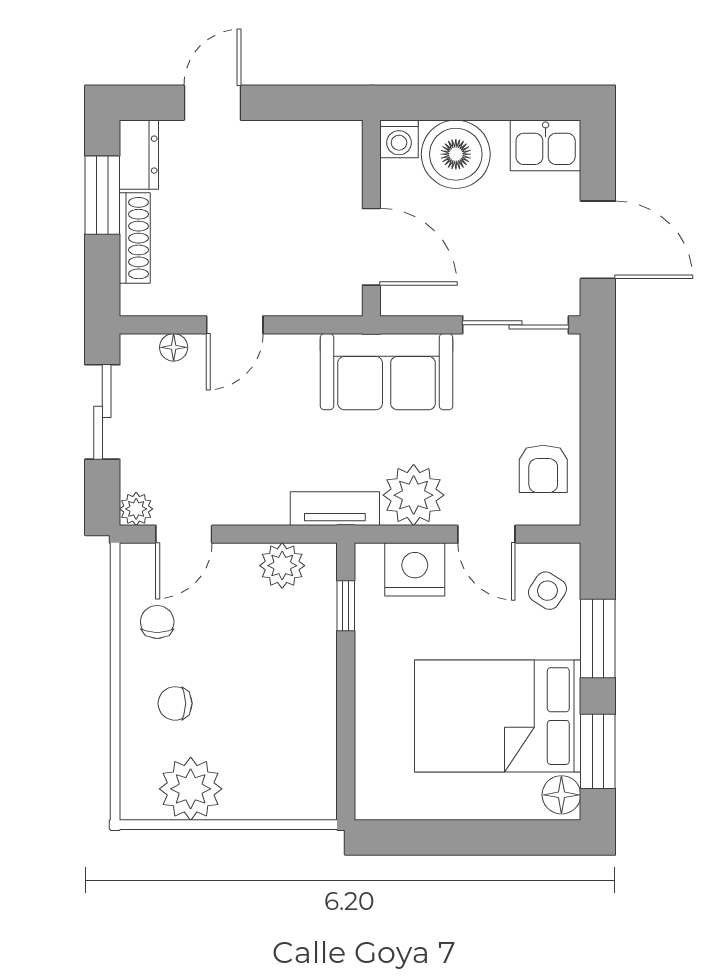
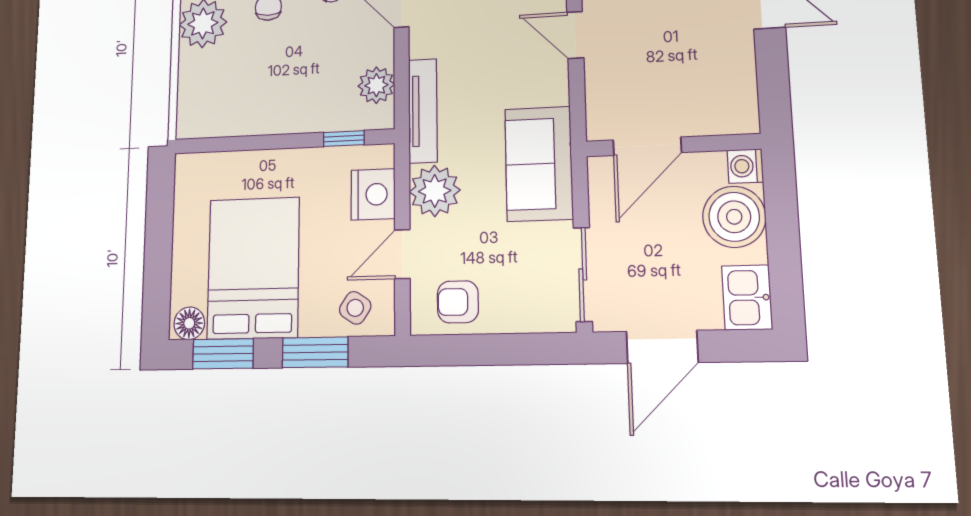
tv unit: (335, 509) -> (423, 111), width x1.41

